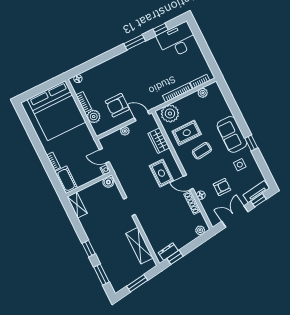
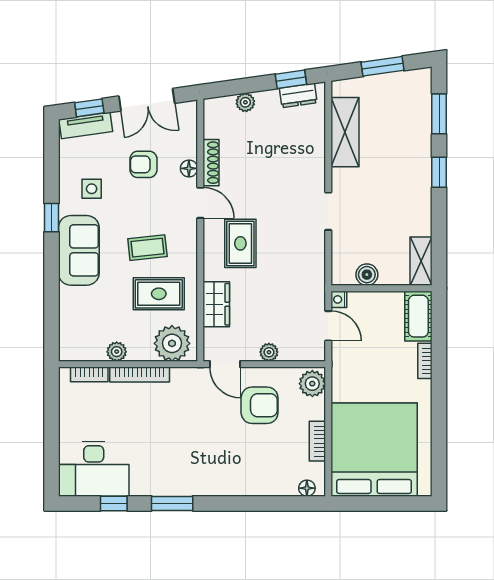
plant: (203, 93) -> (117, 352), moved
plant: (94, 116) -> (312, 384), moved
boiler: (108, 182) -> (367, 275), moved
plant: (200, 230) -> (245, 102), moved

